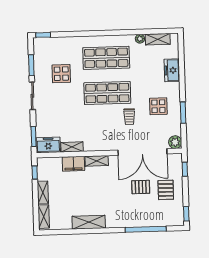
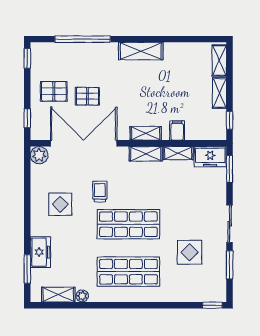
window: (183, 113) -> (27, 269), moved
shelving: (96, 146) -> (146, 154), added
filing cabinet: (73, 164) -> (177, 130), width x0.50
pallet: (166, 190) -> (54, 91), turned 90
shelving: (89, 222) -> (141, 51), moved

